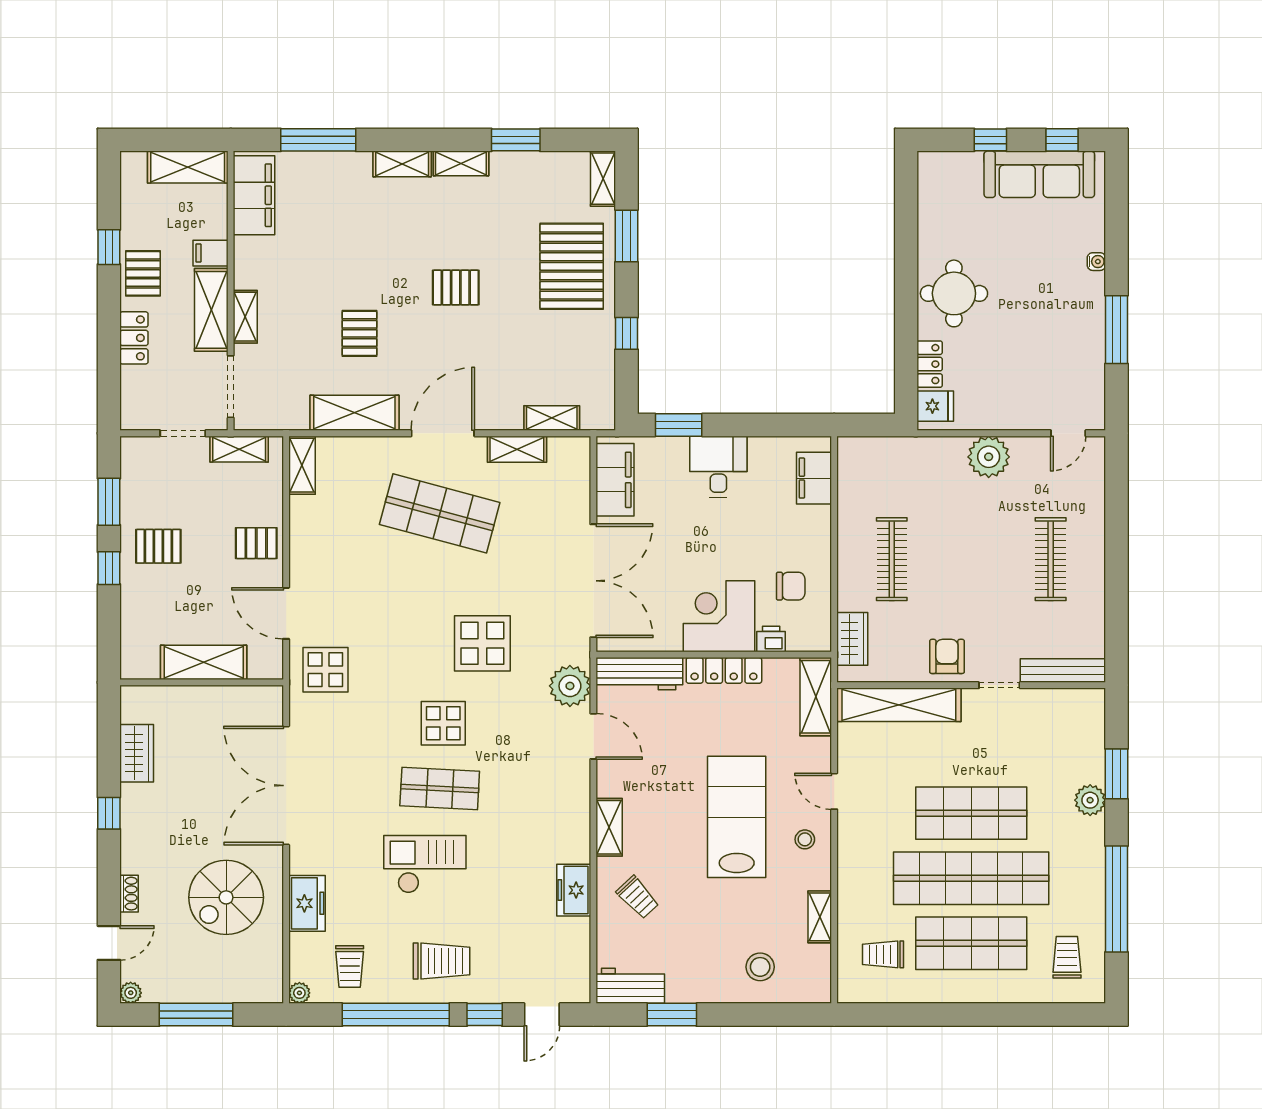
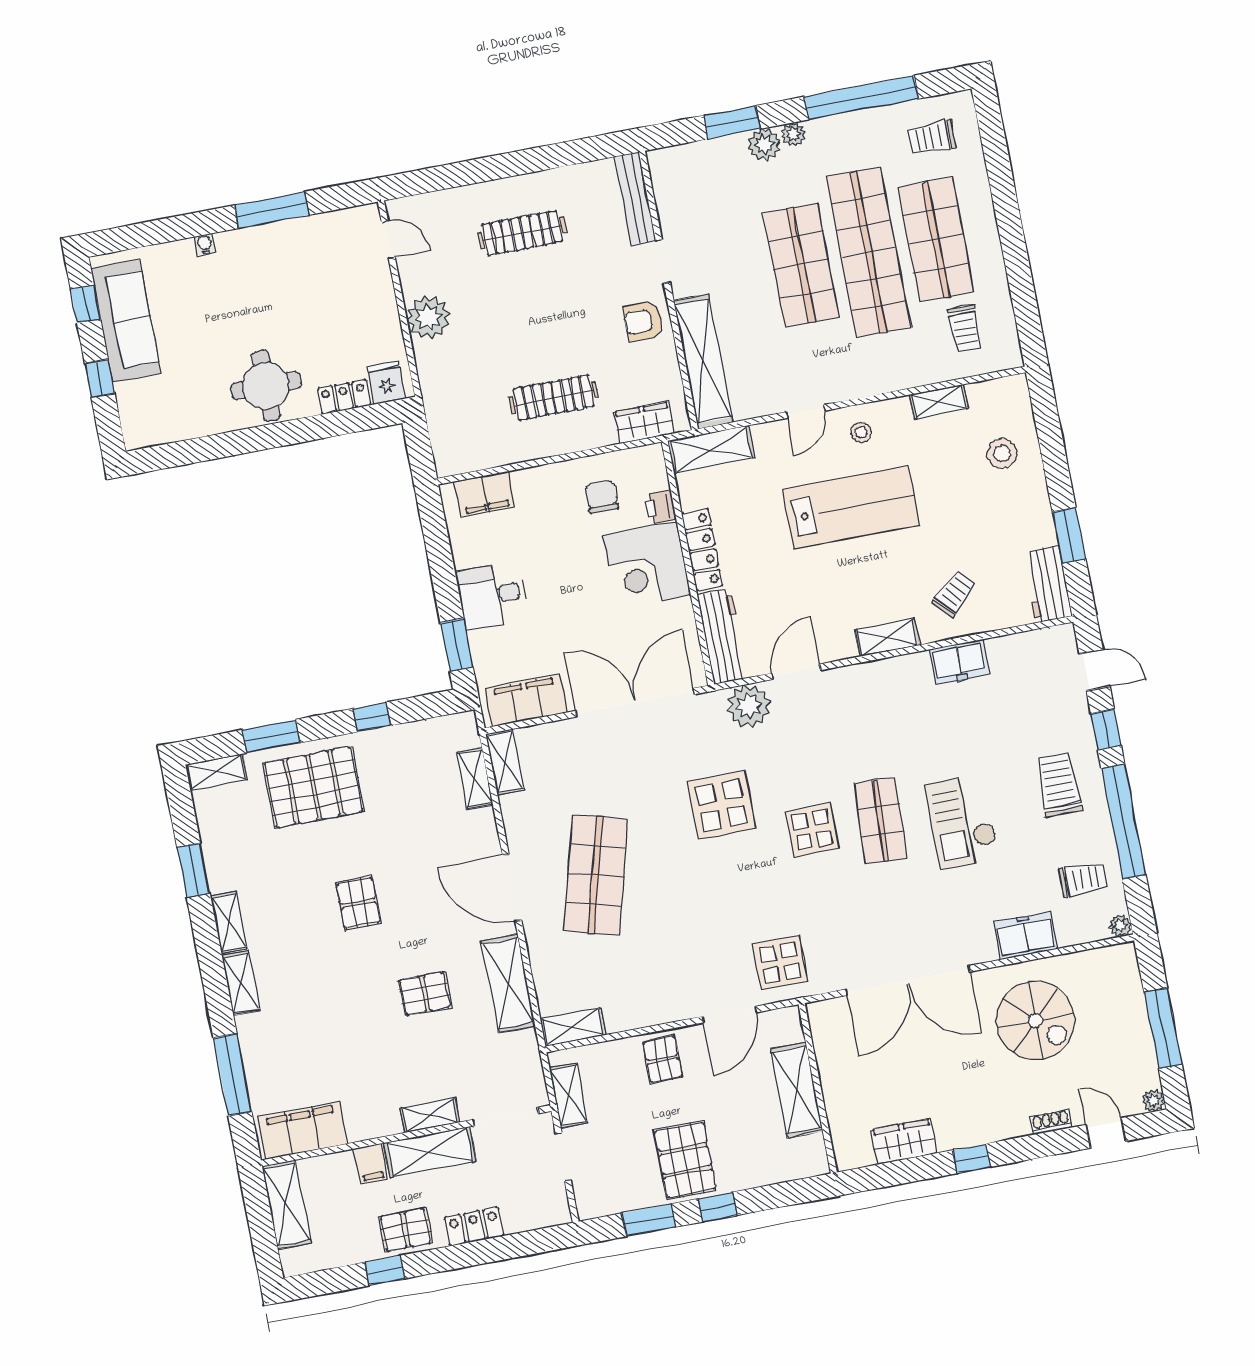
shelving: (517, 449) -> (505, 762), moved
pallet: (158, 546) -> (685, 1160), width x1.50, depth x1.42
lab bench: (737, 817) -> (851, 507), turned 180
plant: (1094, 829) -> (793, 134), added

